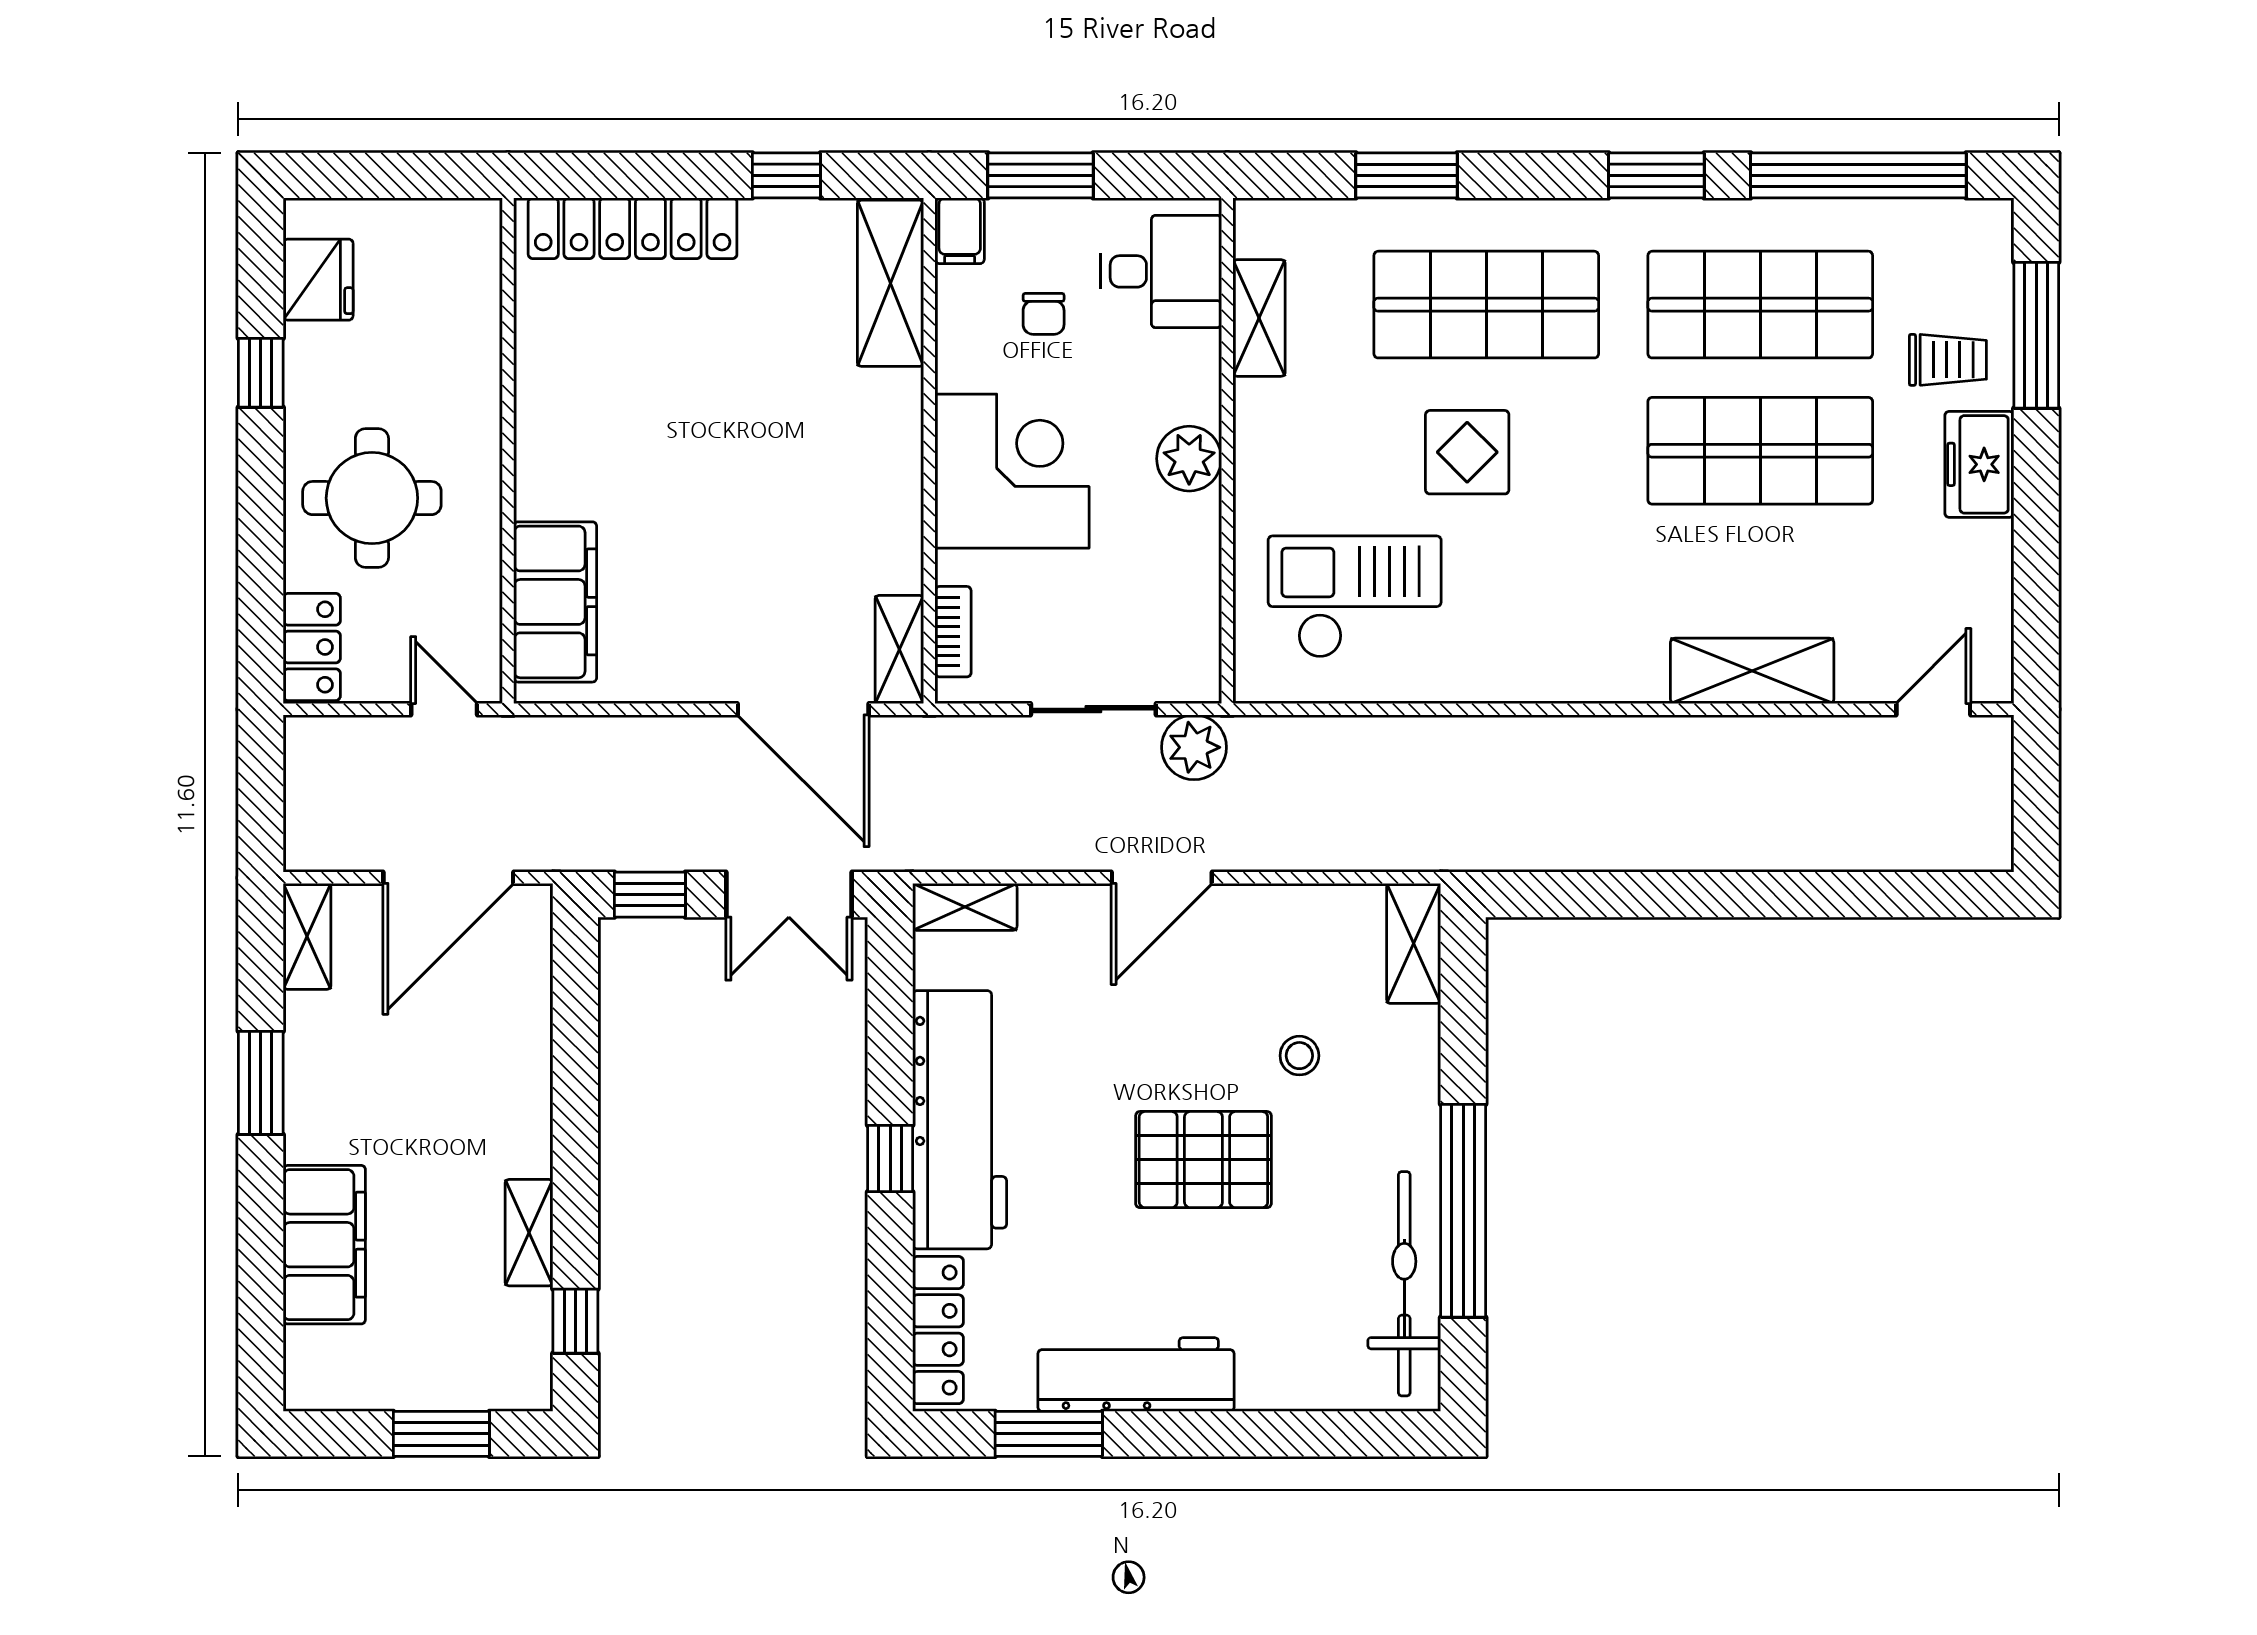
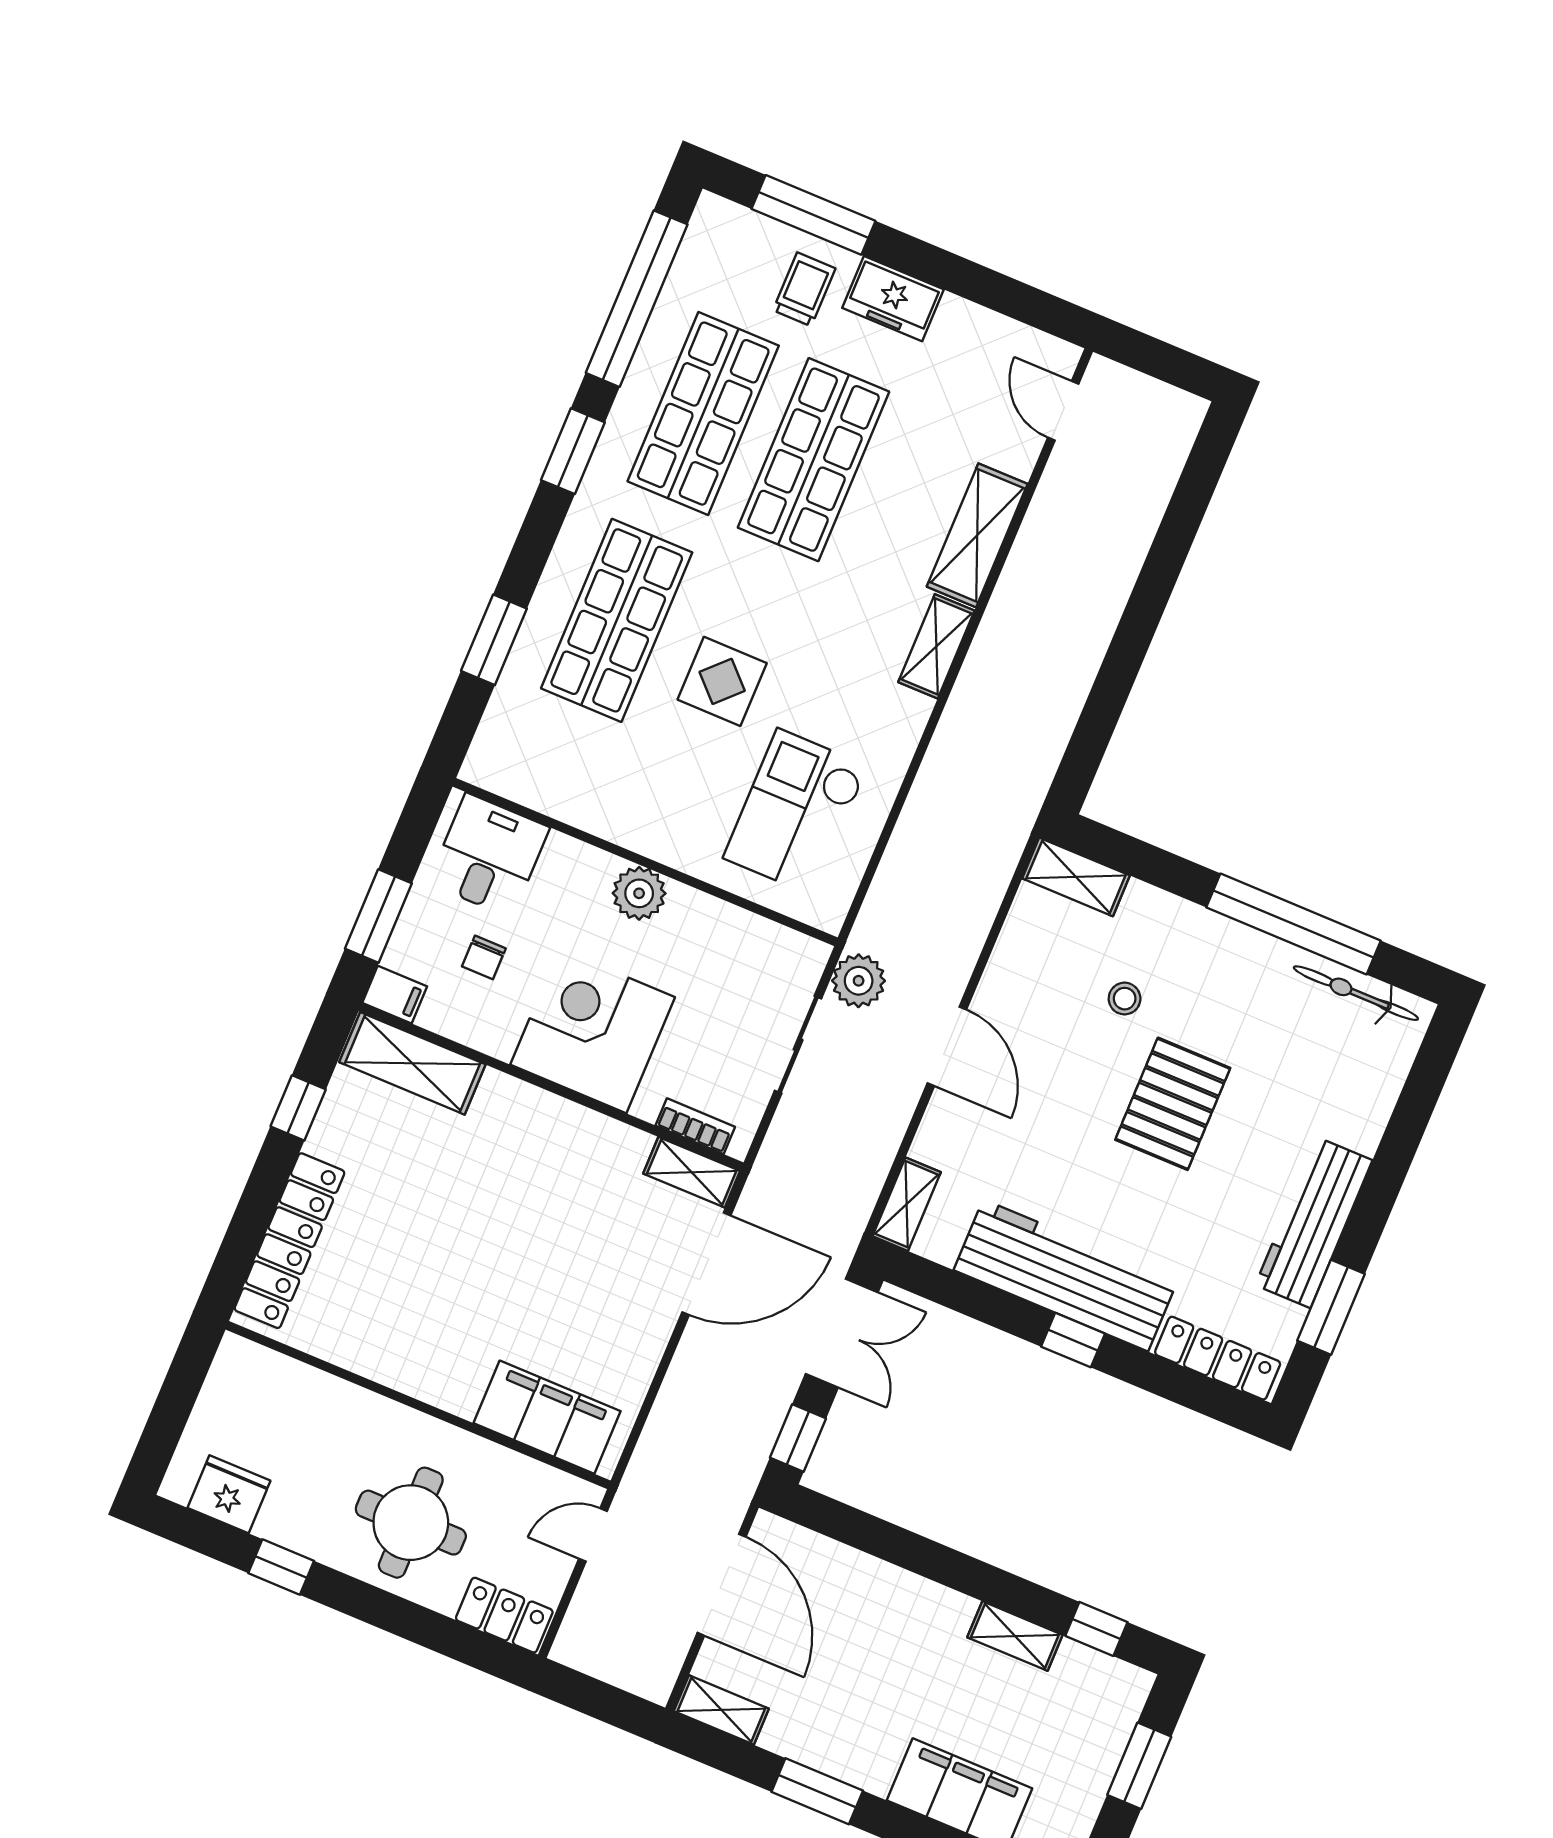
chair: (1044, 314) -> (484, 957), turned 90
shelving: (1259, 318) -> (936, 646), moved, turned 90
bicycle: (1404, 1284) -> (1356, 993), width x0.73, depth x0.71

